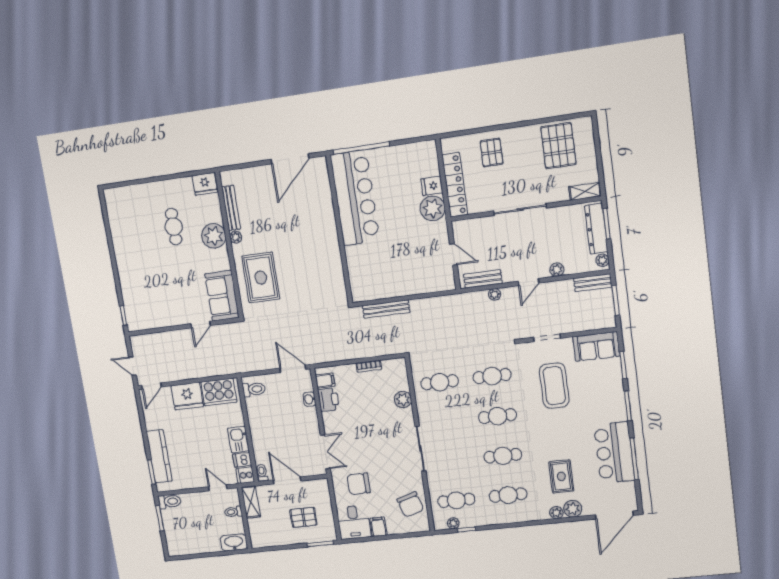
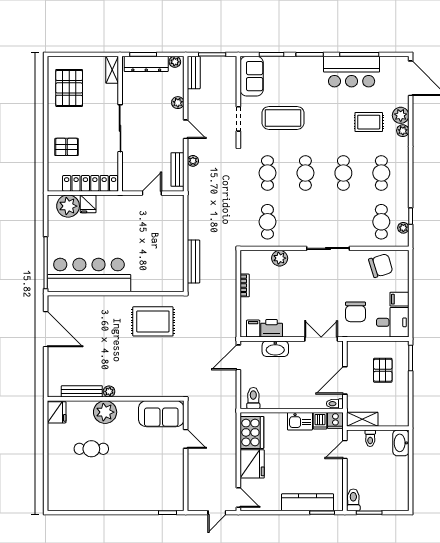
pallet: (558, 146) -> (69, 88), turned 90
plant: (433, 208) -> (68, 206), moved
rug: (261, 278) -> (153, 321), moved
washbasin: (309, 399) -> (275, 349), width x1.91, depth x1.45

